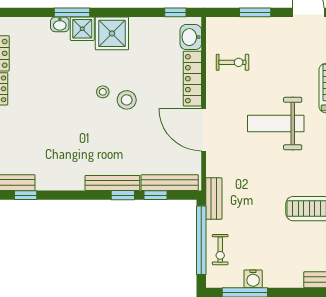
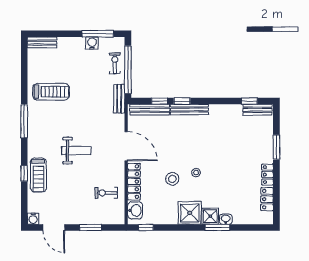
stool: (127, 100) -> (172, 179), moved
weight bench: (276, 123) -> (76, 151), width x0.73, depth x0.75

